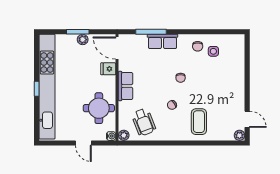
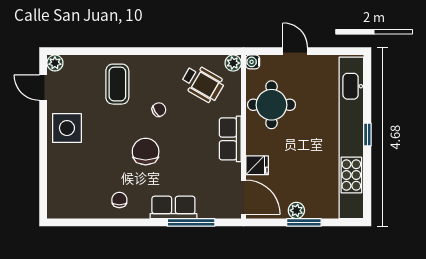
side table: (213, 51) -> (67, 128), moved, width x1.87, depth x1.87
chair: (181, 78) -> (146, 152), width x1.87, depth x1.87
wheelchair: (144, 122) -> (202, 83), turned 141

